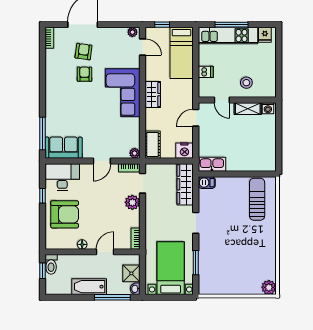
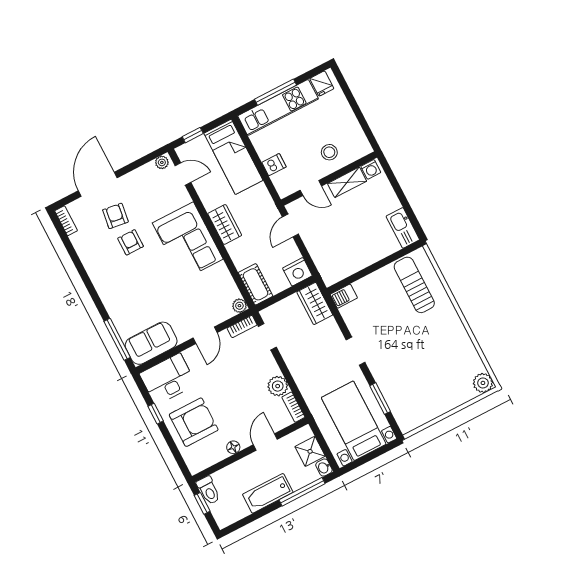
kitchen sink: (212, 164) -> (403, 228), moved, turned -90
wardrobe: (185, 184) -> (315, 303), width x0.67
plant: (132, 202) -> (278, 386), moved

